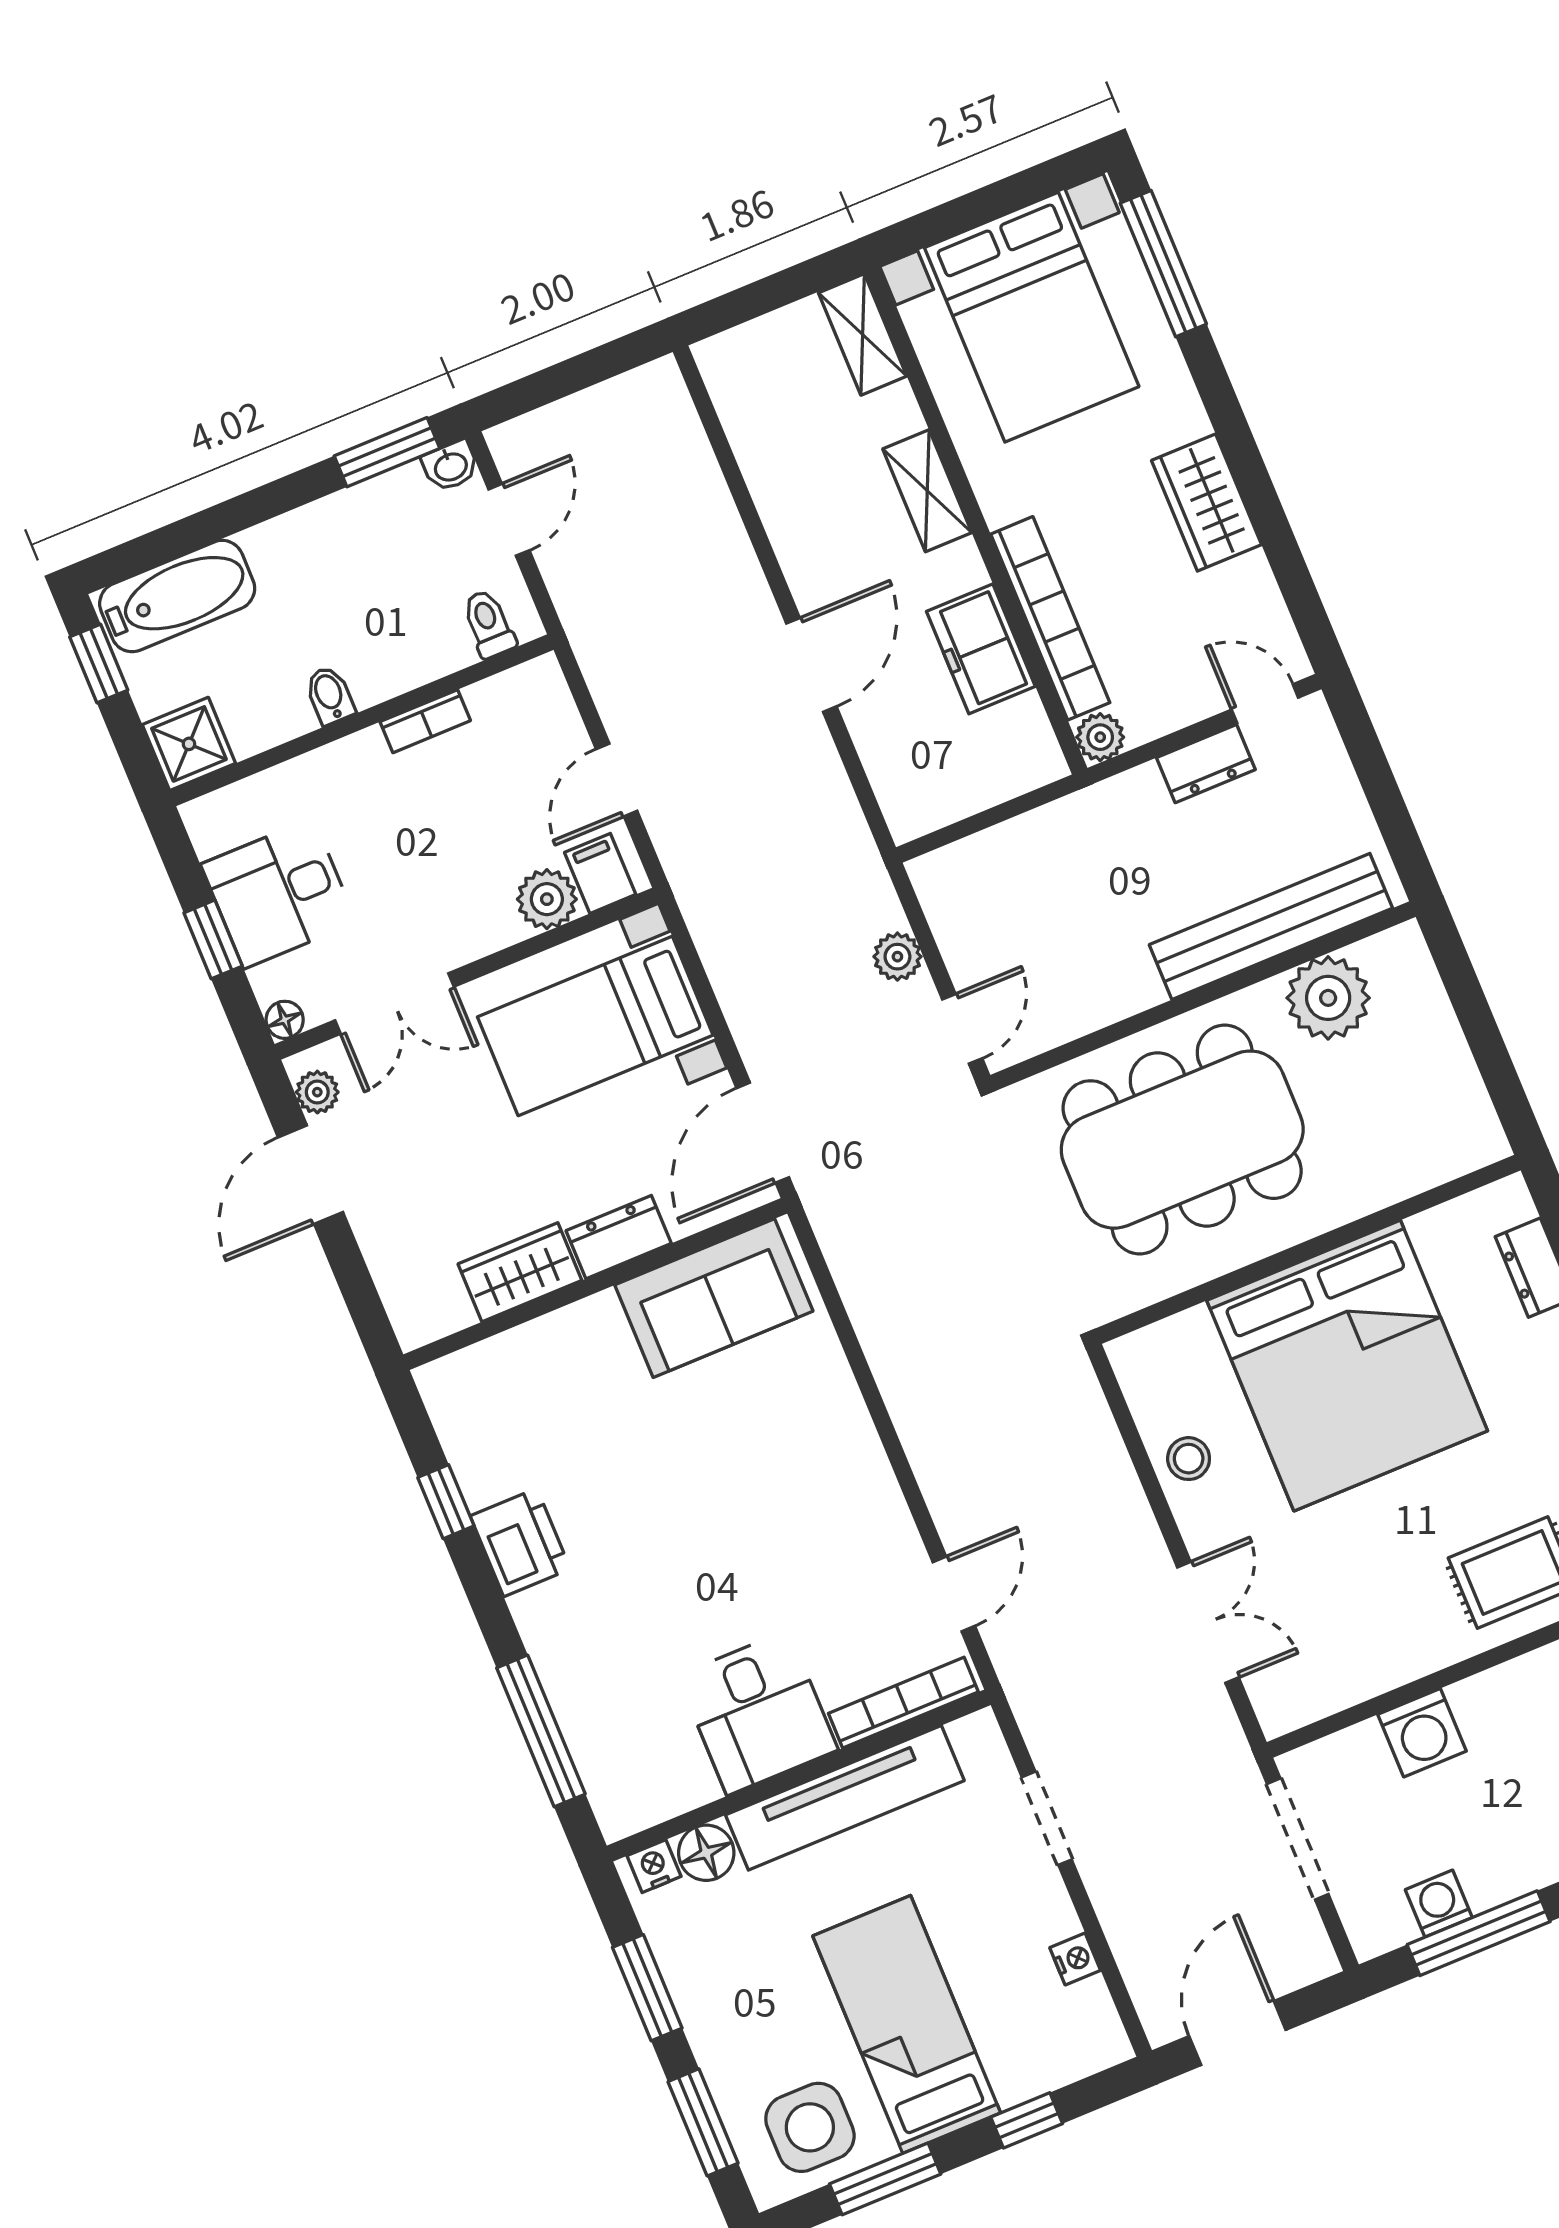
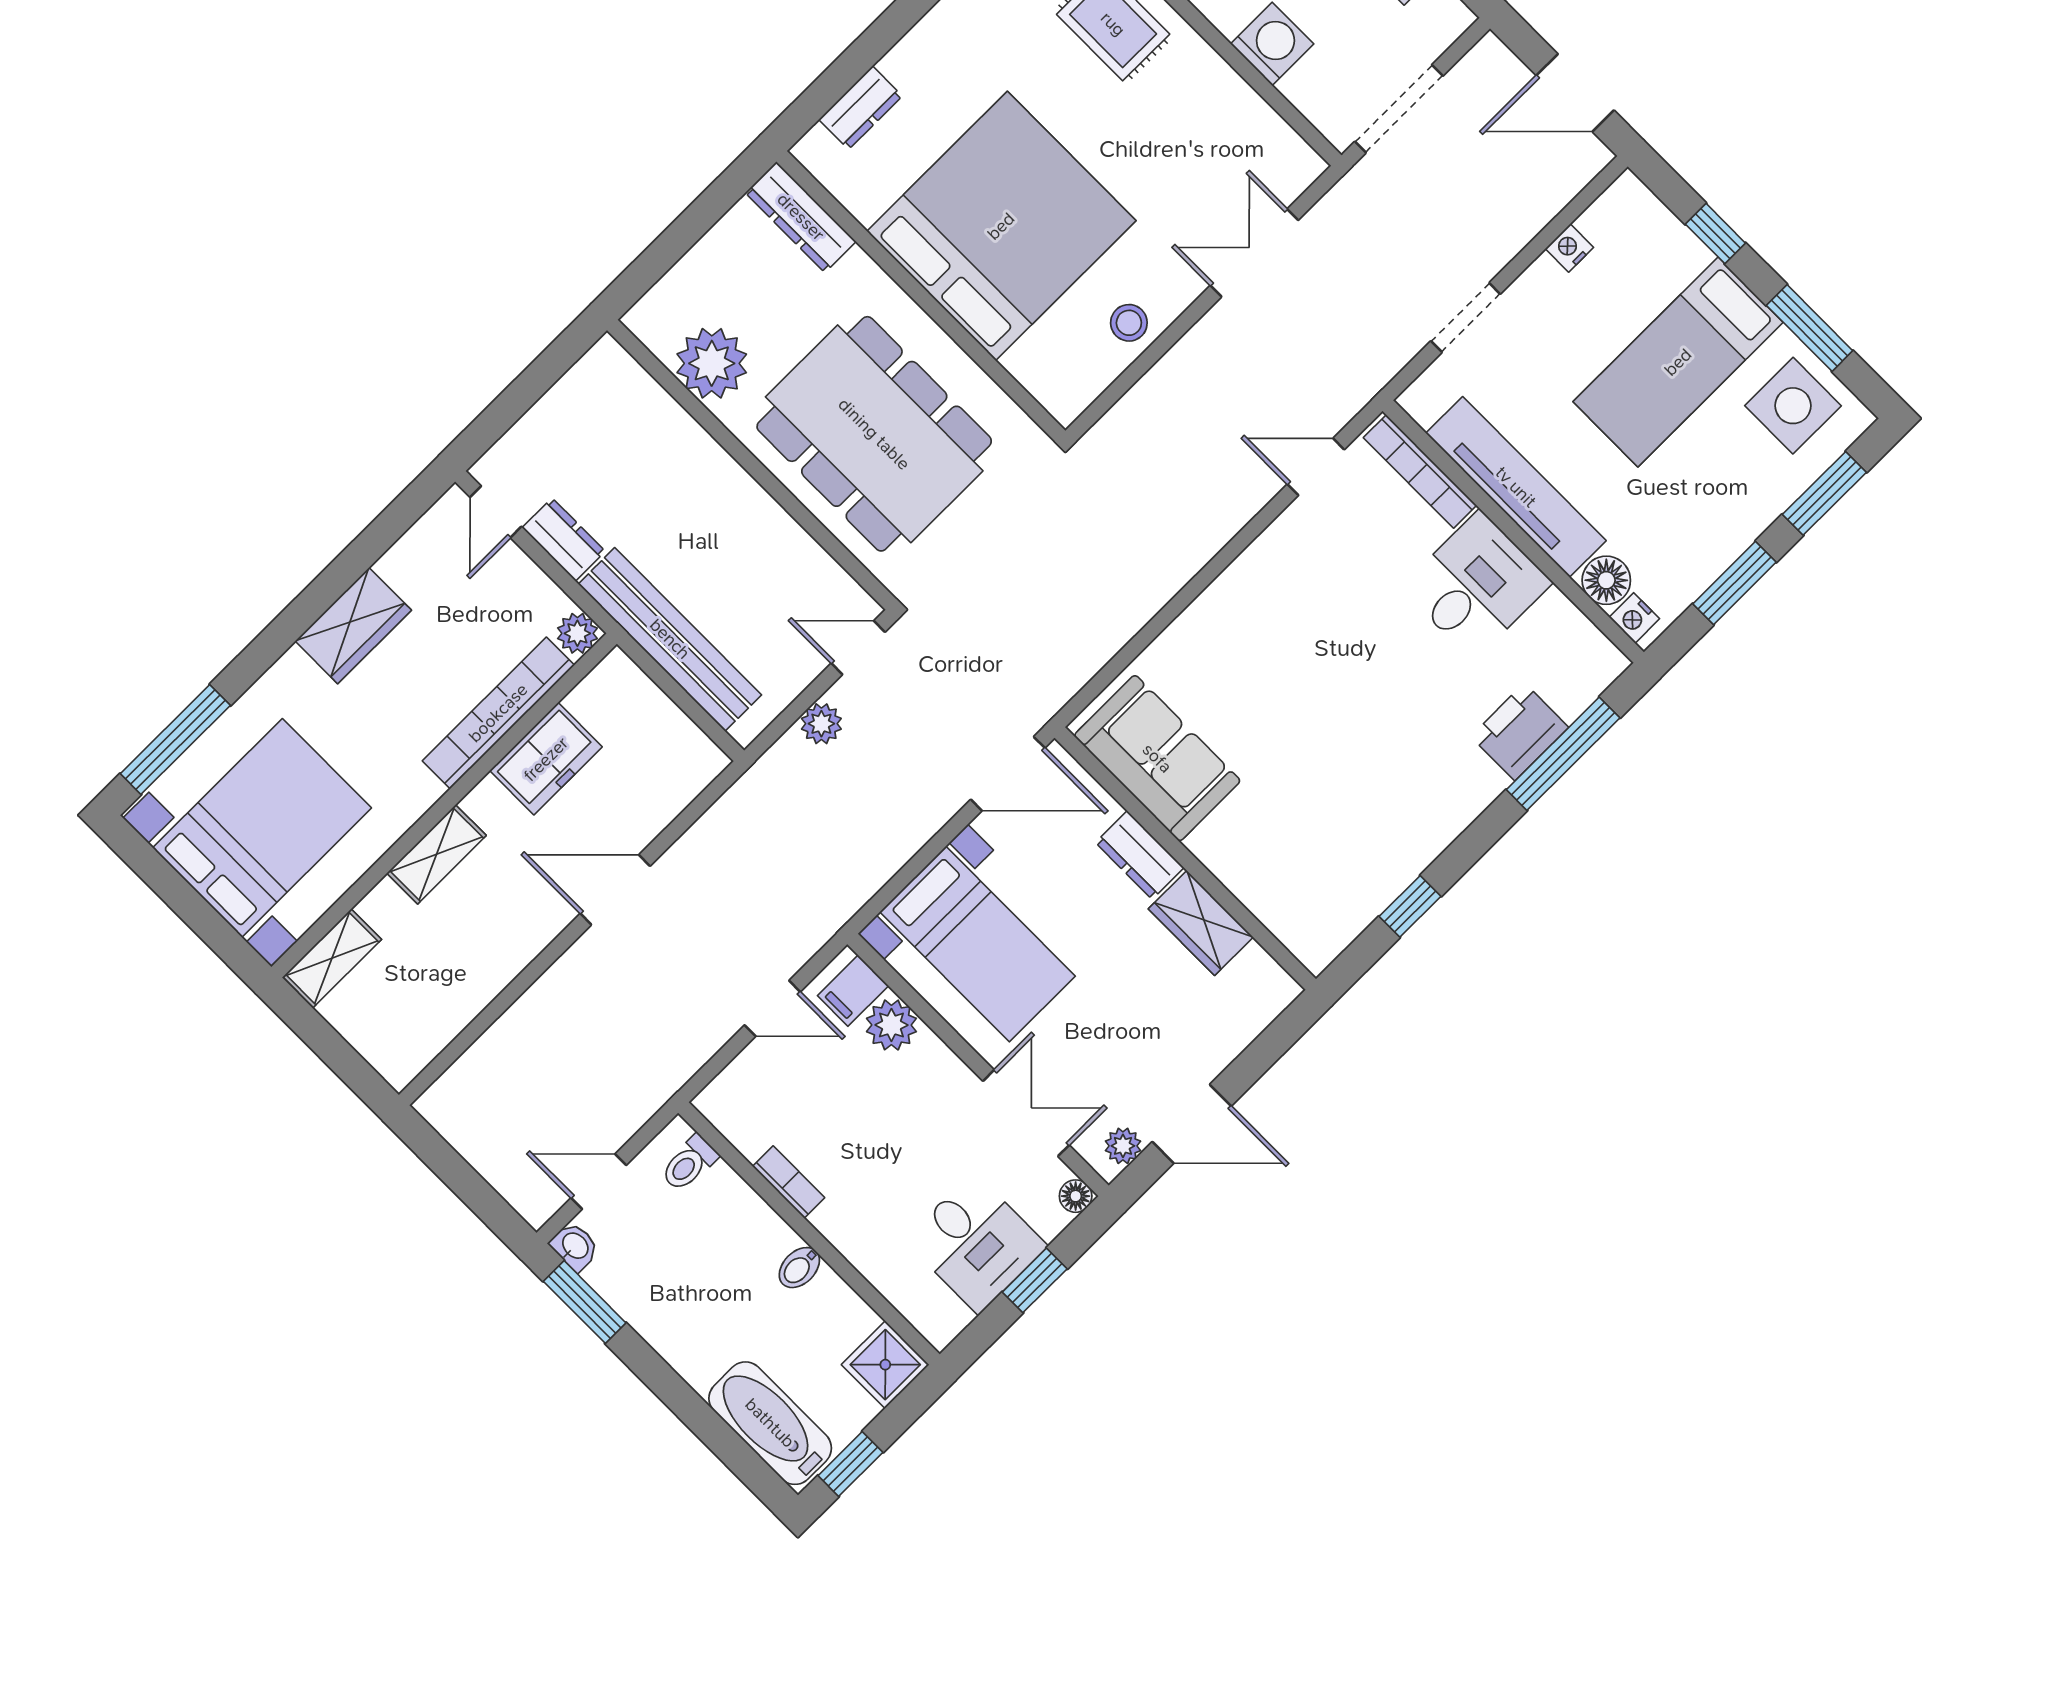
bench: (1271, 926) -> (670, 639), moved
dresser: (1444, 1156) -> (801, 217), added
printer: (520, 1542) -> (1520, 732), moved

